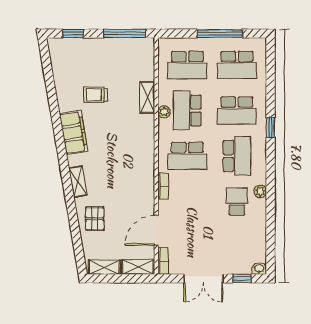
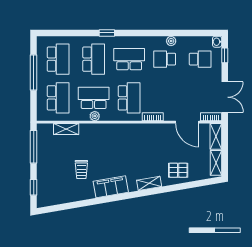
shelving: (147, 97) -> (66, 129), moved
school desk: (187, 111) -> (94, 98), turned 180
plant: (260, 191) -> (171, 41), moved
school desk: (237, 247) -> (200, 59), added
double door: (203, 278) -> (225, 97), moved

